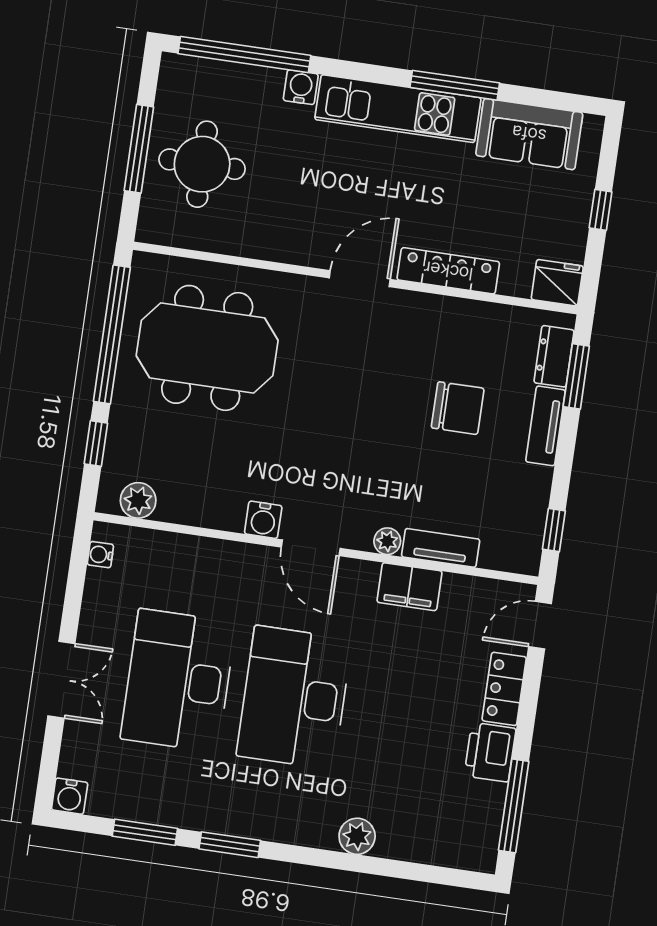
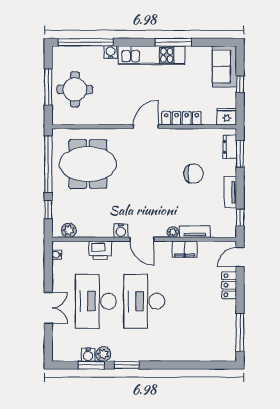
sofa: (529, 134) -> (225, 66), moved, turned 90
tv unit: (546, 426) -> (230, 192), moved
printer: (490, 752) -> (100, 250), moved, turned -90
water cooler: (70, 796) -> (88, 355), moved
plant: (357, 836) -> (103, 354), moved

